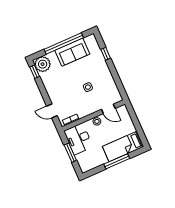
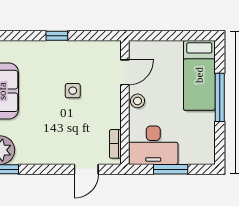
window: (106, 54) -> (57, 36), moved

